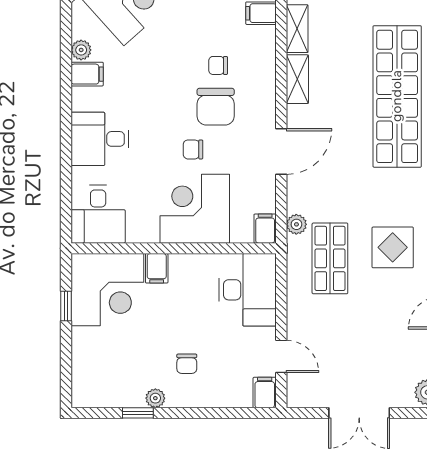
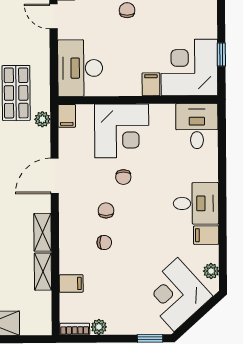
plant: (81, 50) -> (211, 271), moved
chair: (216, 107) -> (106, 210), width x0.54, depth x0.54
desk: (100, 139) -> (196, 203), moved
chair: (193, 149) -> (123, 177), turned 90

